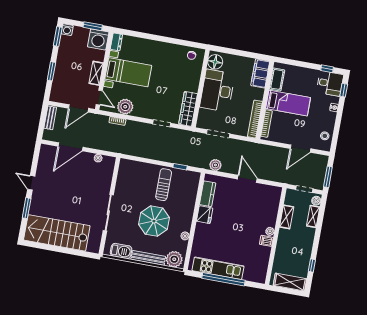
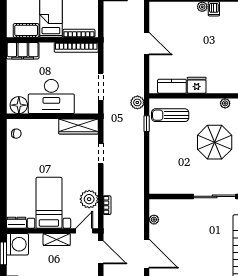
plant: (215, 165) -> (137, 102), moved
door: (247, 179) -> (147, 44), swing flipped
sun lounger: (164, 185) -> (170, 115), moved

